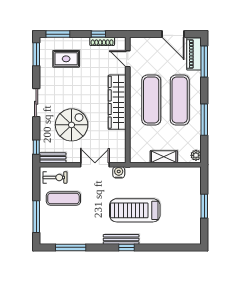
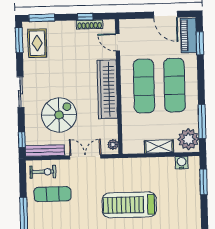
rug: (66, 59) -> (37, 43), moved, turned 90
window: (204, 61) -> (200, 43), width x0.69
window: (204, 120) -> (202, 121), moved
plant: (121, 154) -> (113, 145), added
plant: (196, 155) -> (188, 139), width x1.87, depth x1.87
bench: (53, 158) -> (45, 151), width x1.36
water cooler: (119, 172) -> (182, 163), moved
window: (204, 206) -> (203, 182), moved

